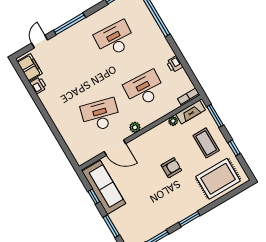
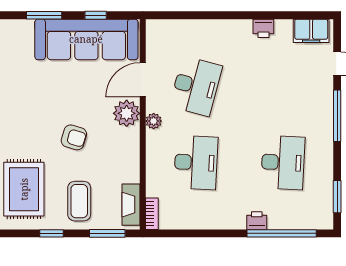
printer: (175, 64) -> (257, 221), moved
printer: (38, 85) -> (263, 28), moved
plant: (173, 121) -> (127, 113), moved, width x1.87, depth x1.87
coffee table: (206, 143) -> (79, 201), turned 90
armchair: (171, 168) -> (74, 137), turned -73
sofa: (104, 187) -> (86, 39), width x1.36, depth x1.27

